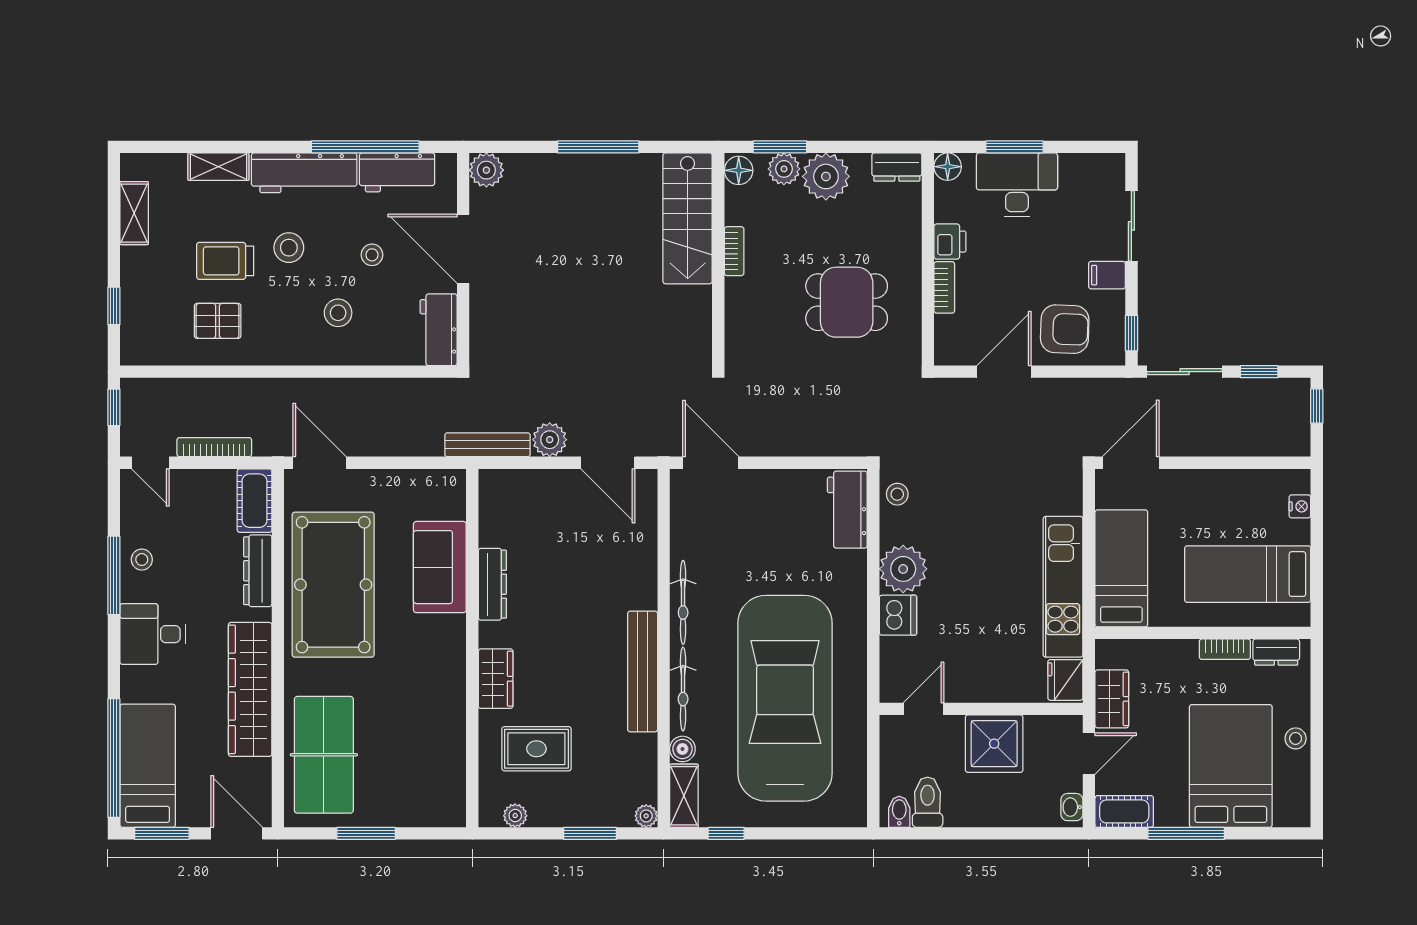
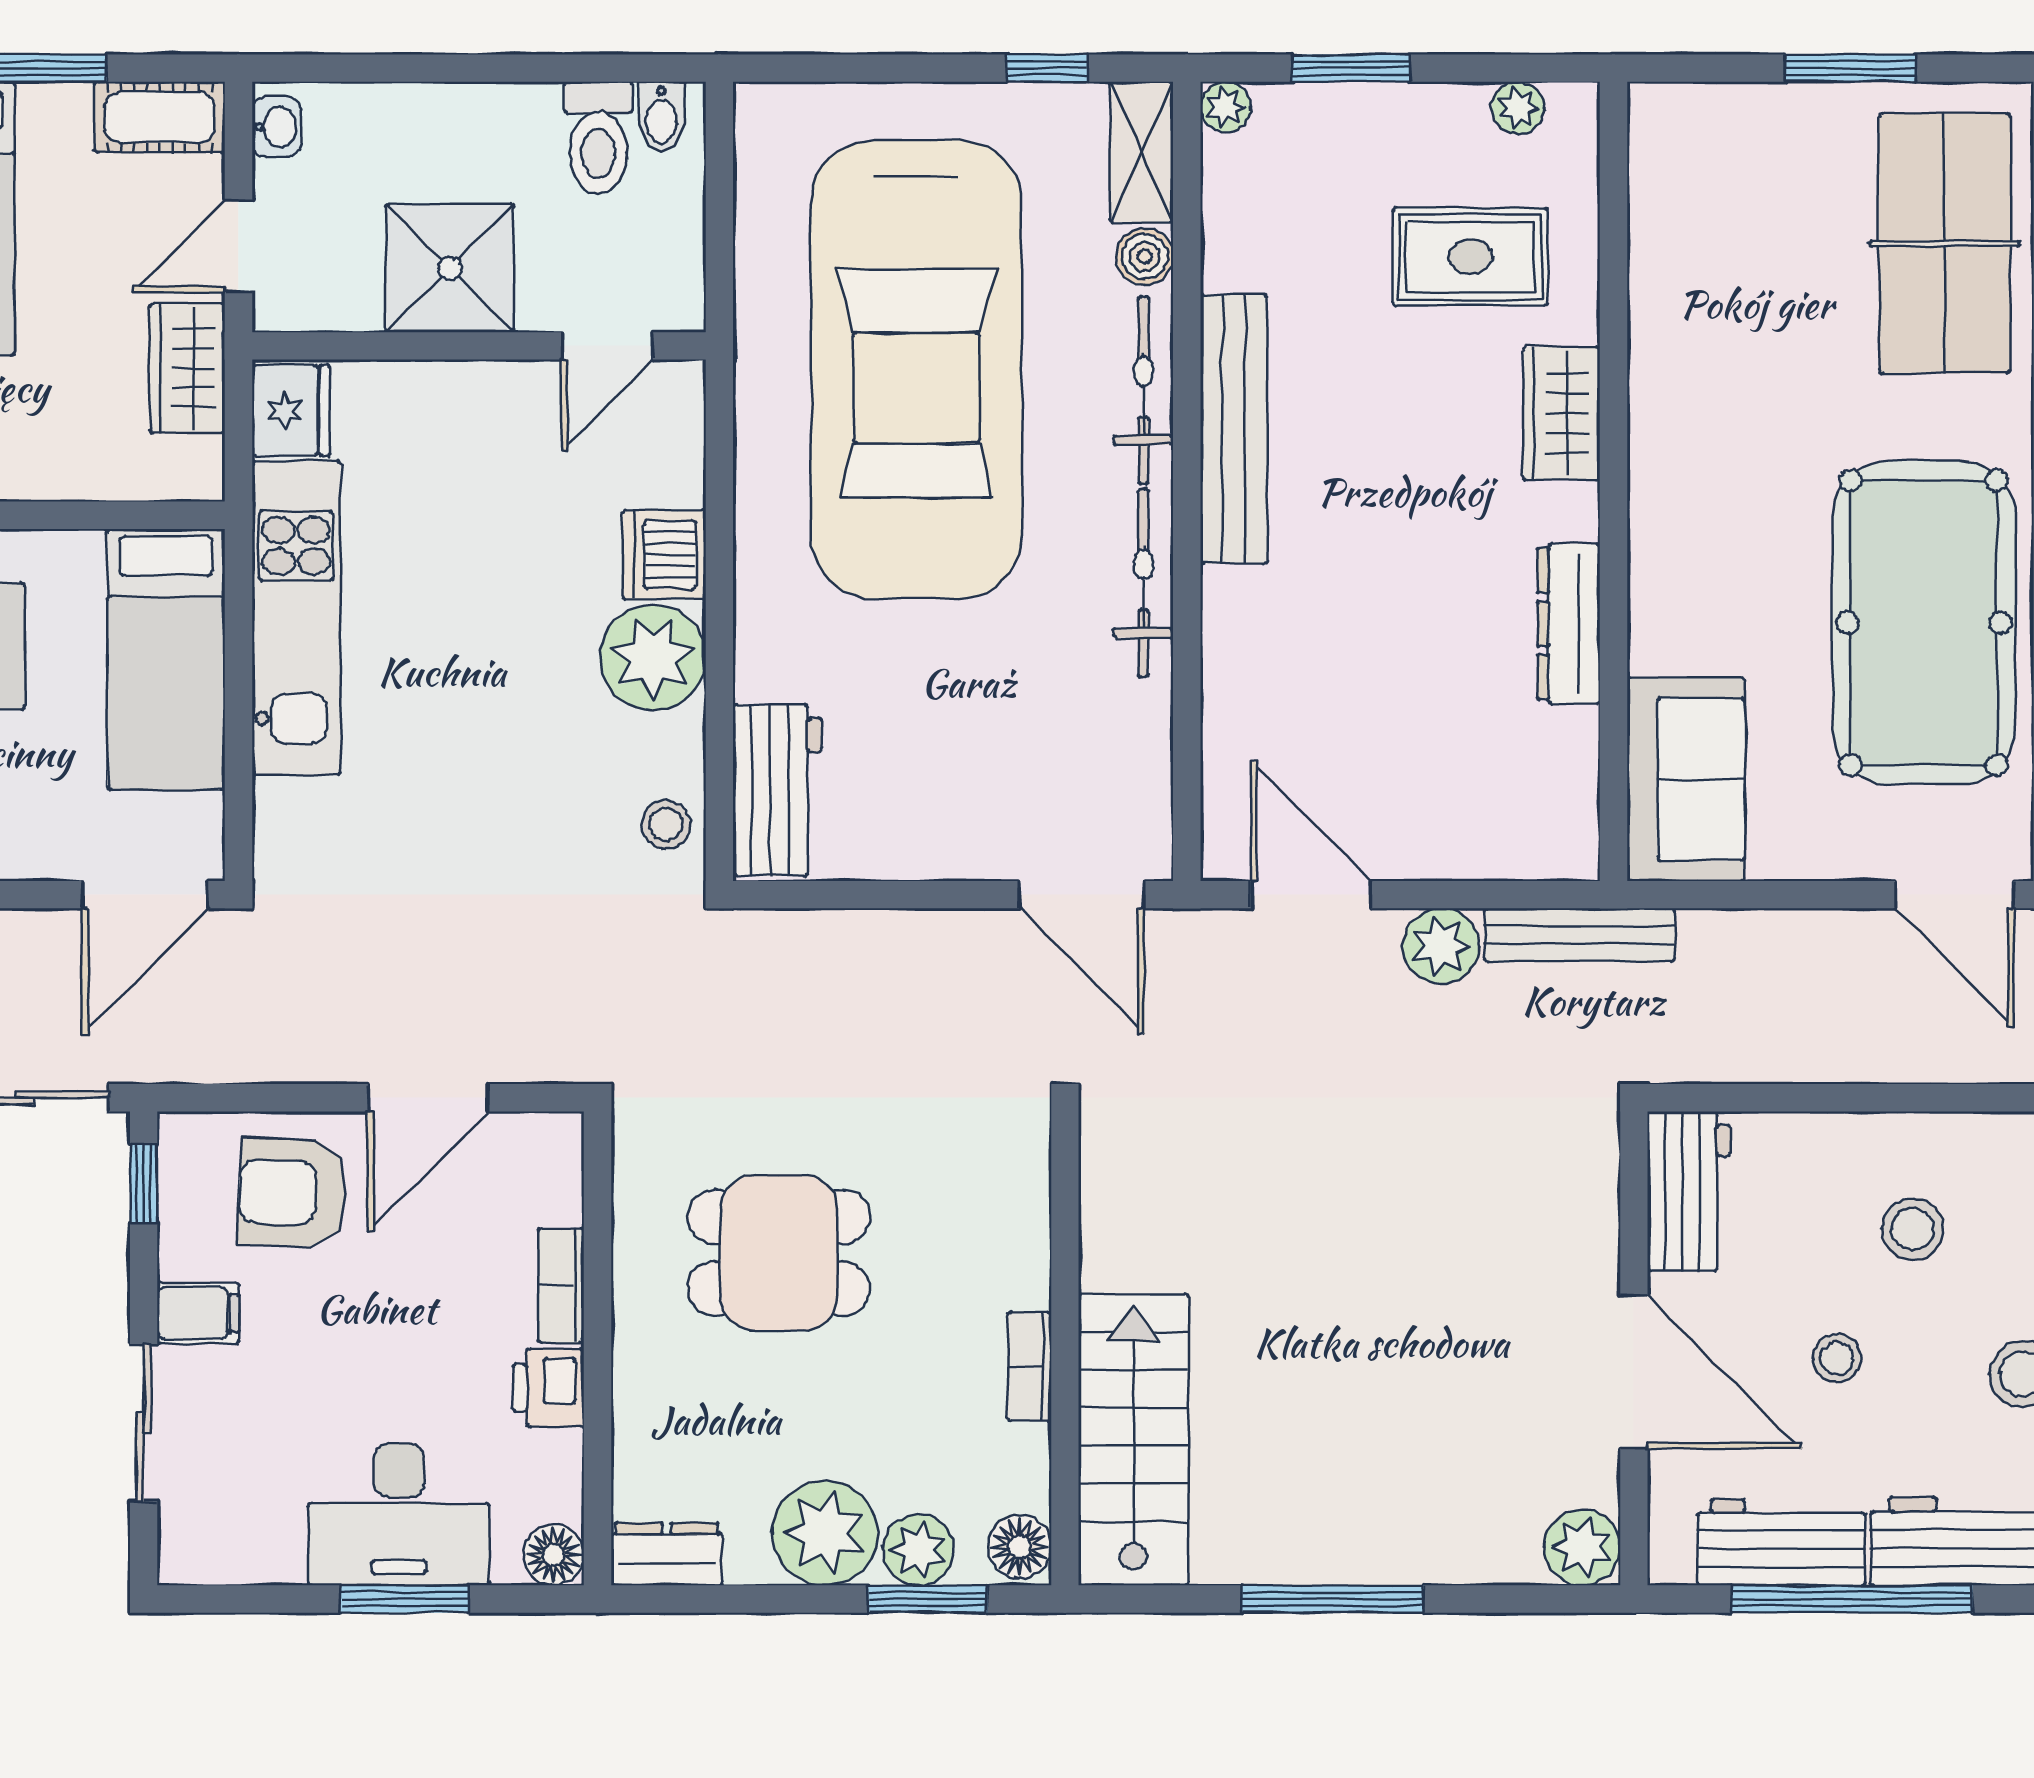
sofa: (440, 567) -> (1686, 779), moved

